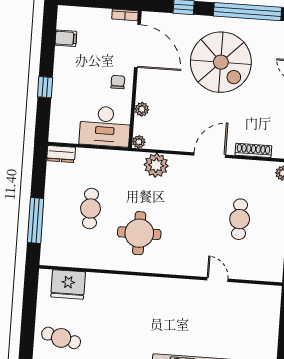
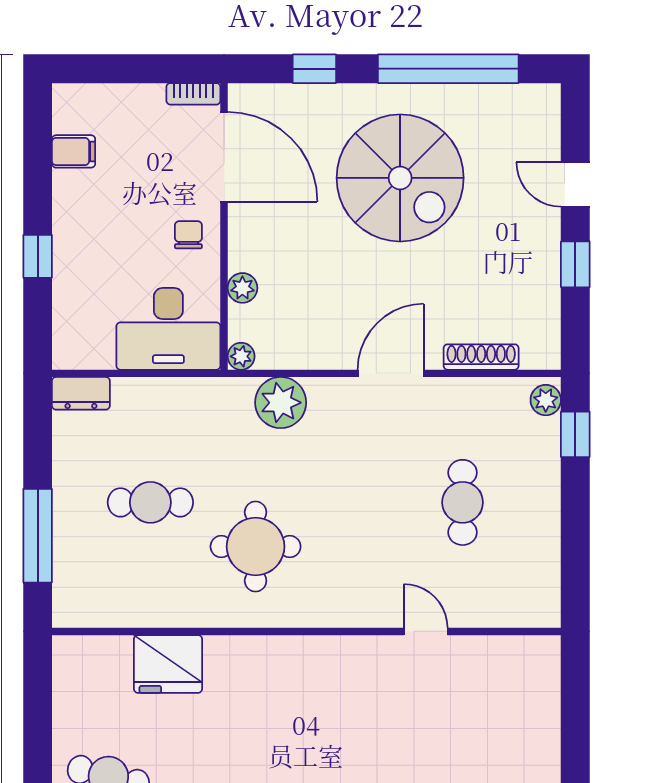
cafe table: (91, 208) -> (150, 502), turned 90
fridge: (68, 284) -> (168, 664), moved

